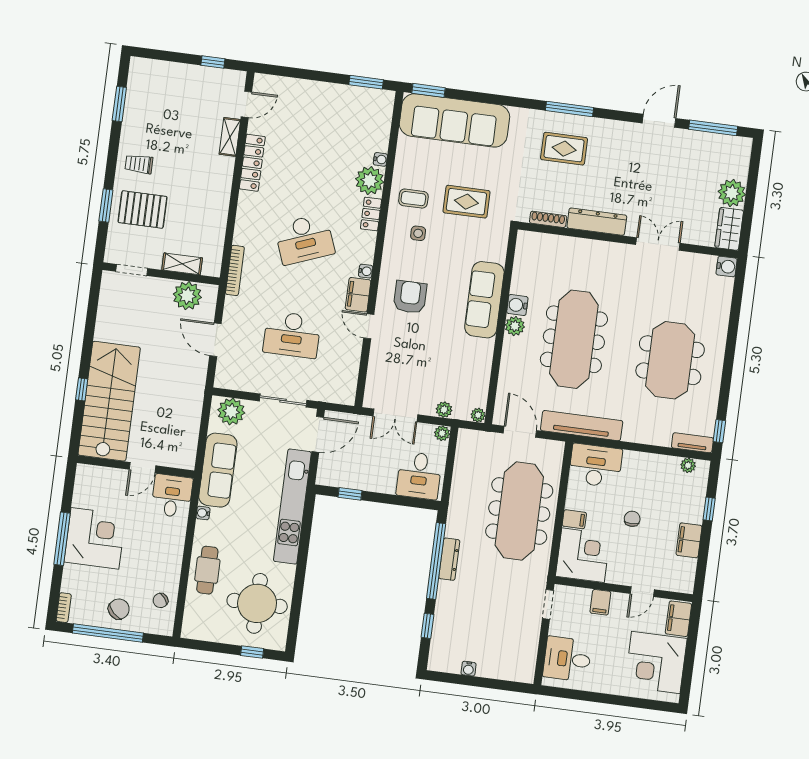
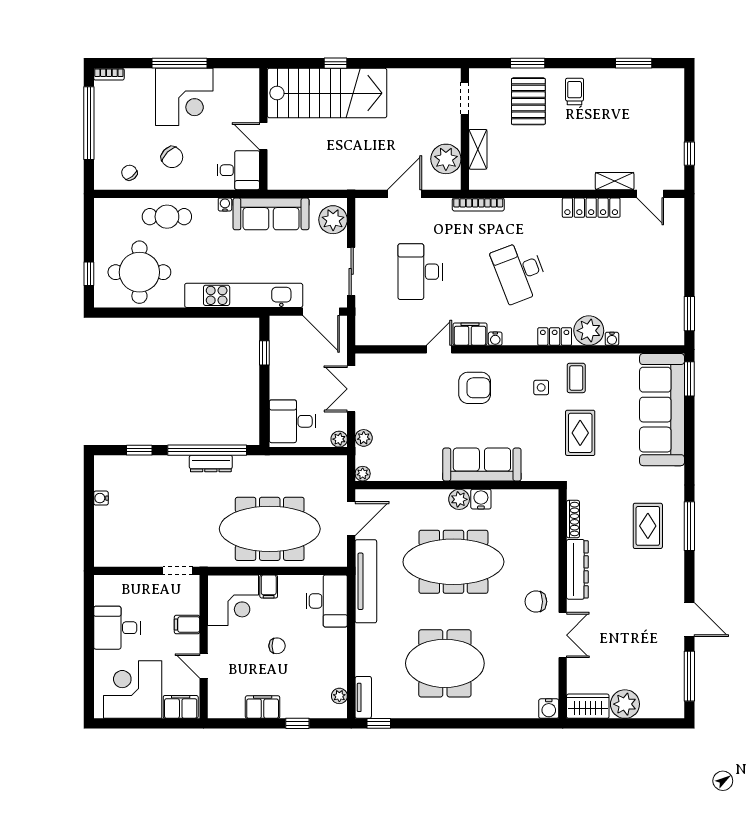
chair: (622, 265) -> (536, 602), added
chair: (119, 609) -> (172, 157), moved
desk: (567, 659) -> (117, 628), moved, turned -90

